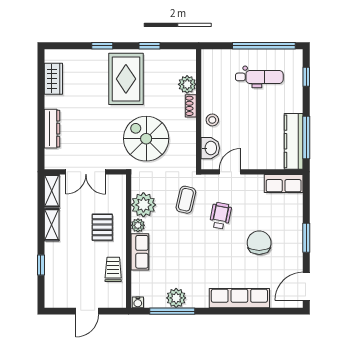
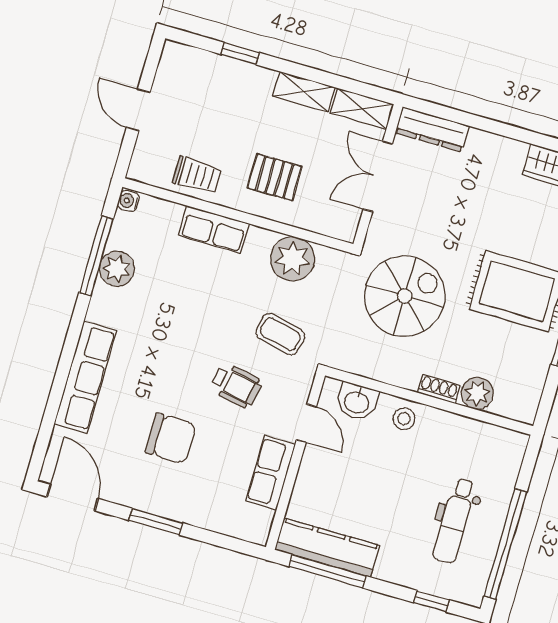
dresser: (52, 129) -> (432, 129), moved
row of seats: (284, 183) -> (271, 473), moved
plant: (138, 225) -> (260, 239), removed

